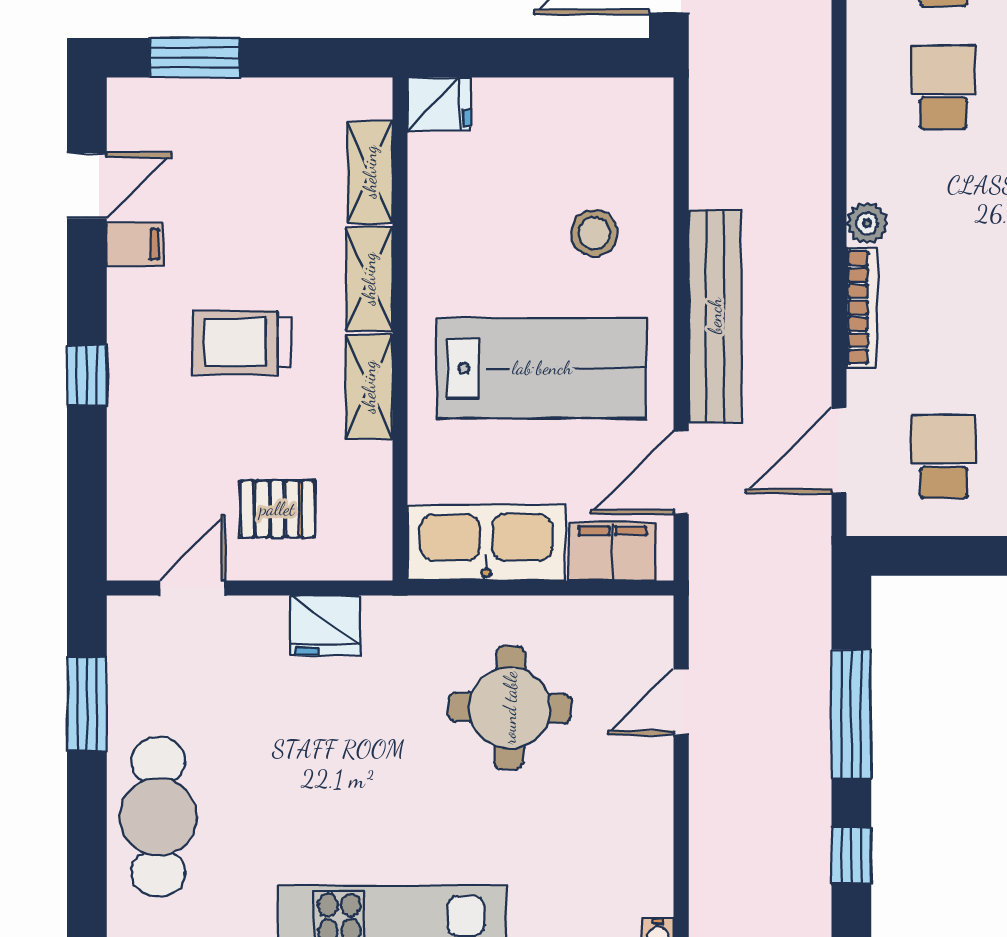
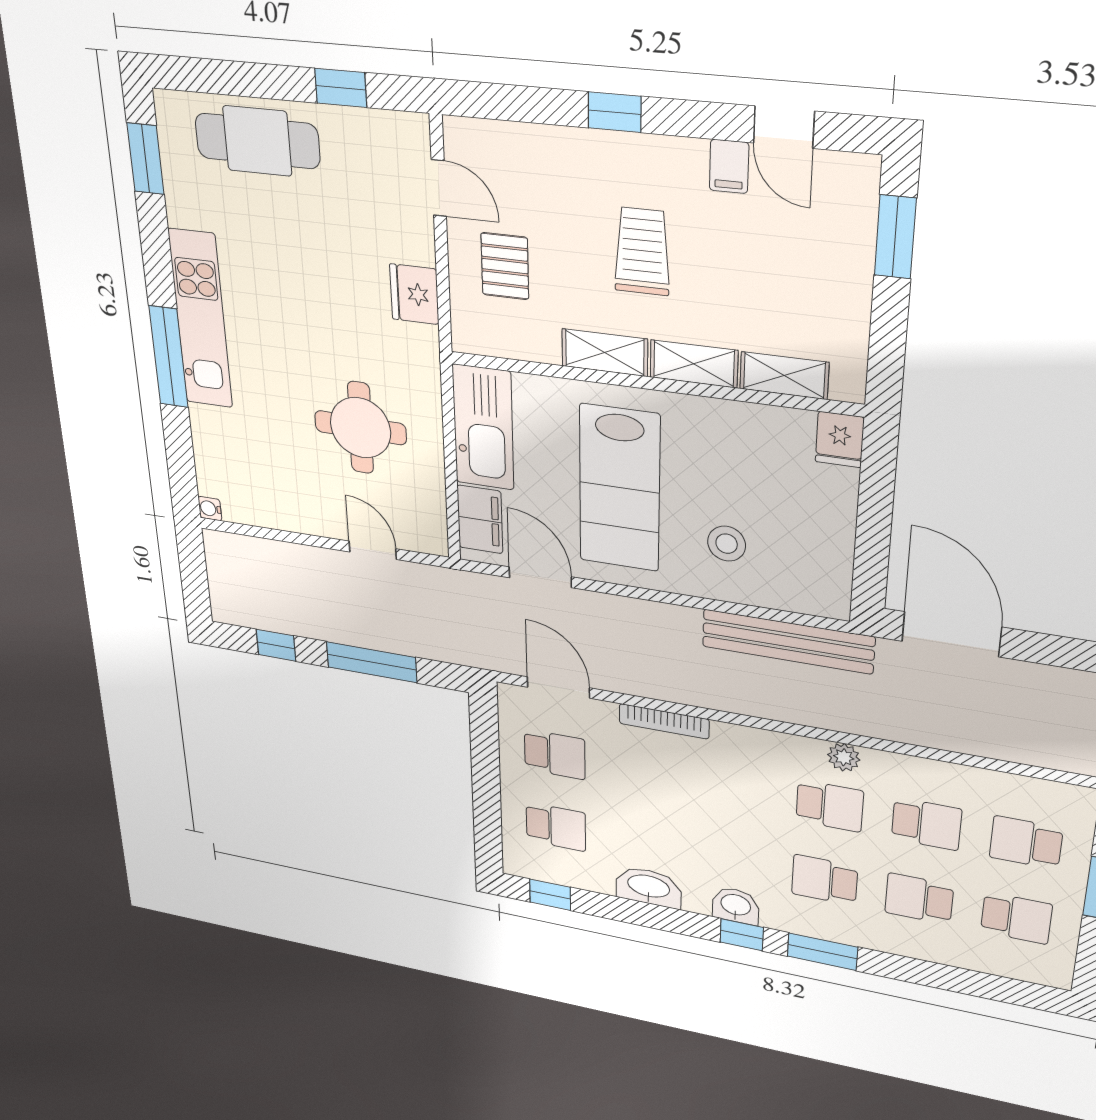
plant: (867, 223) -> (844, 757), moved
bench: (715, 316) -> (788, 642), moved
window: (87, 704) -> (341, 88), width x0.67

